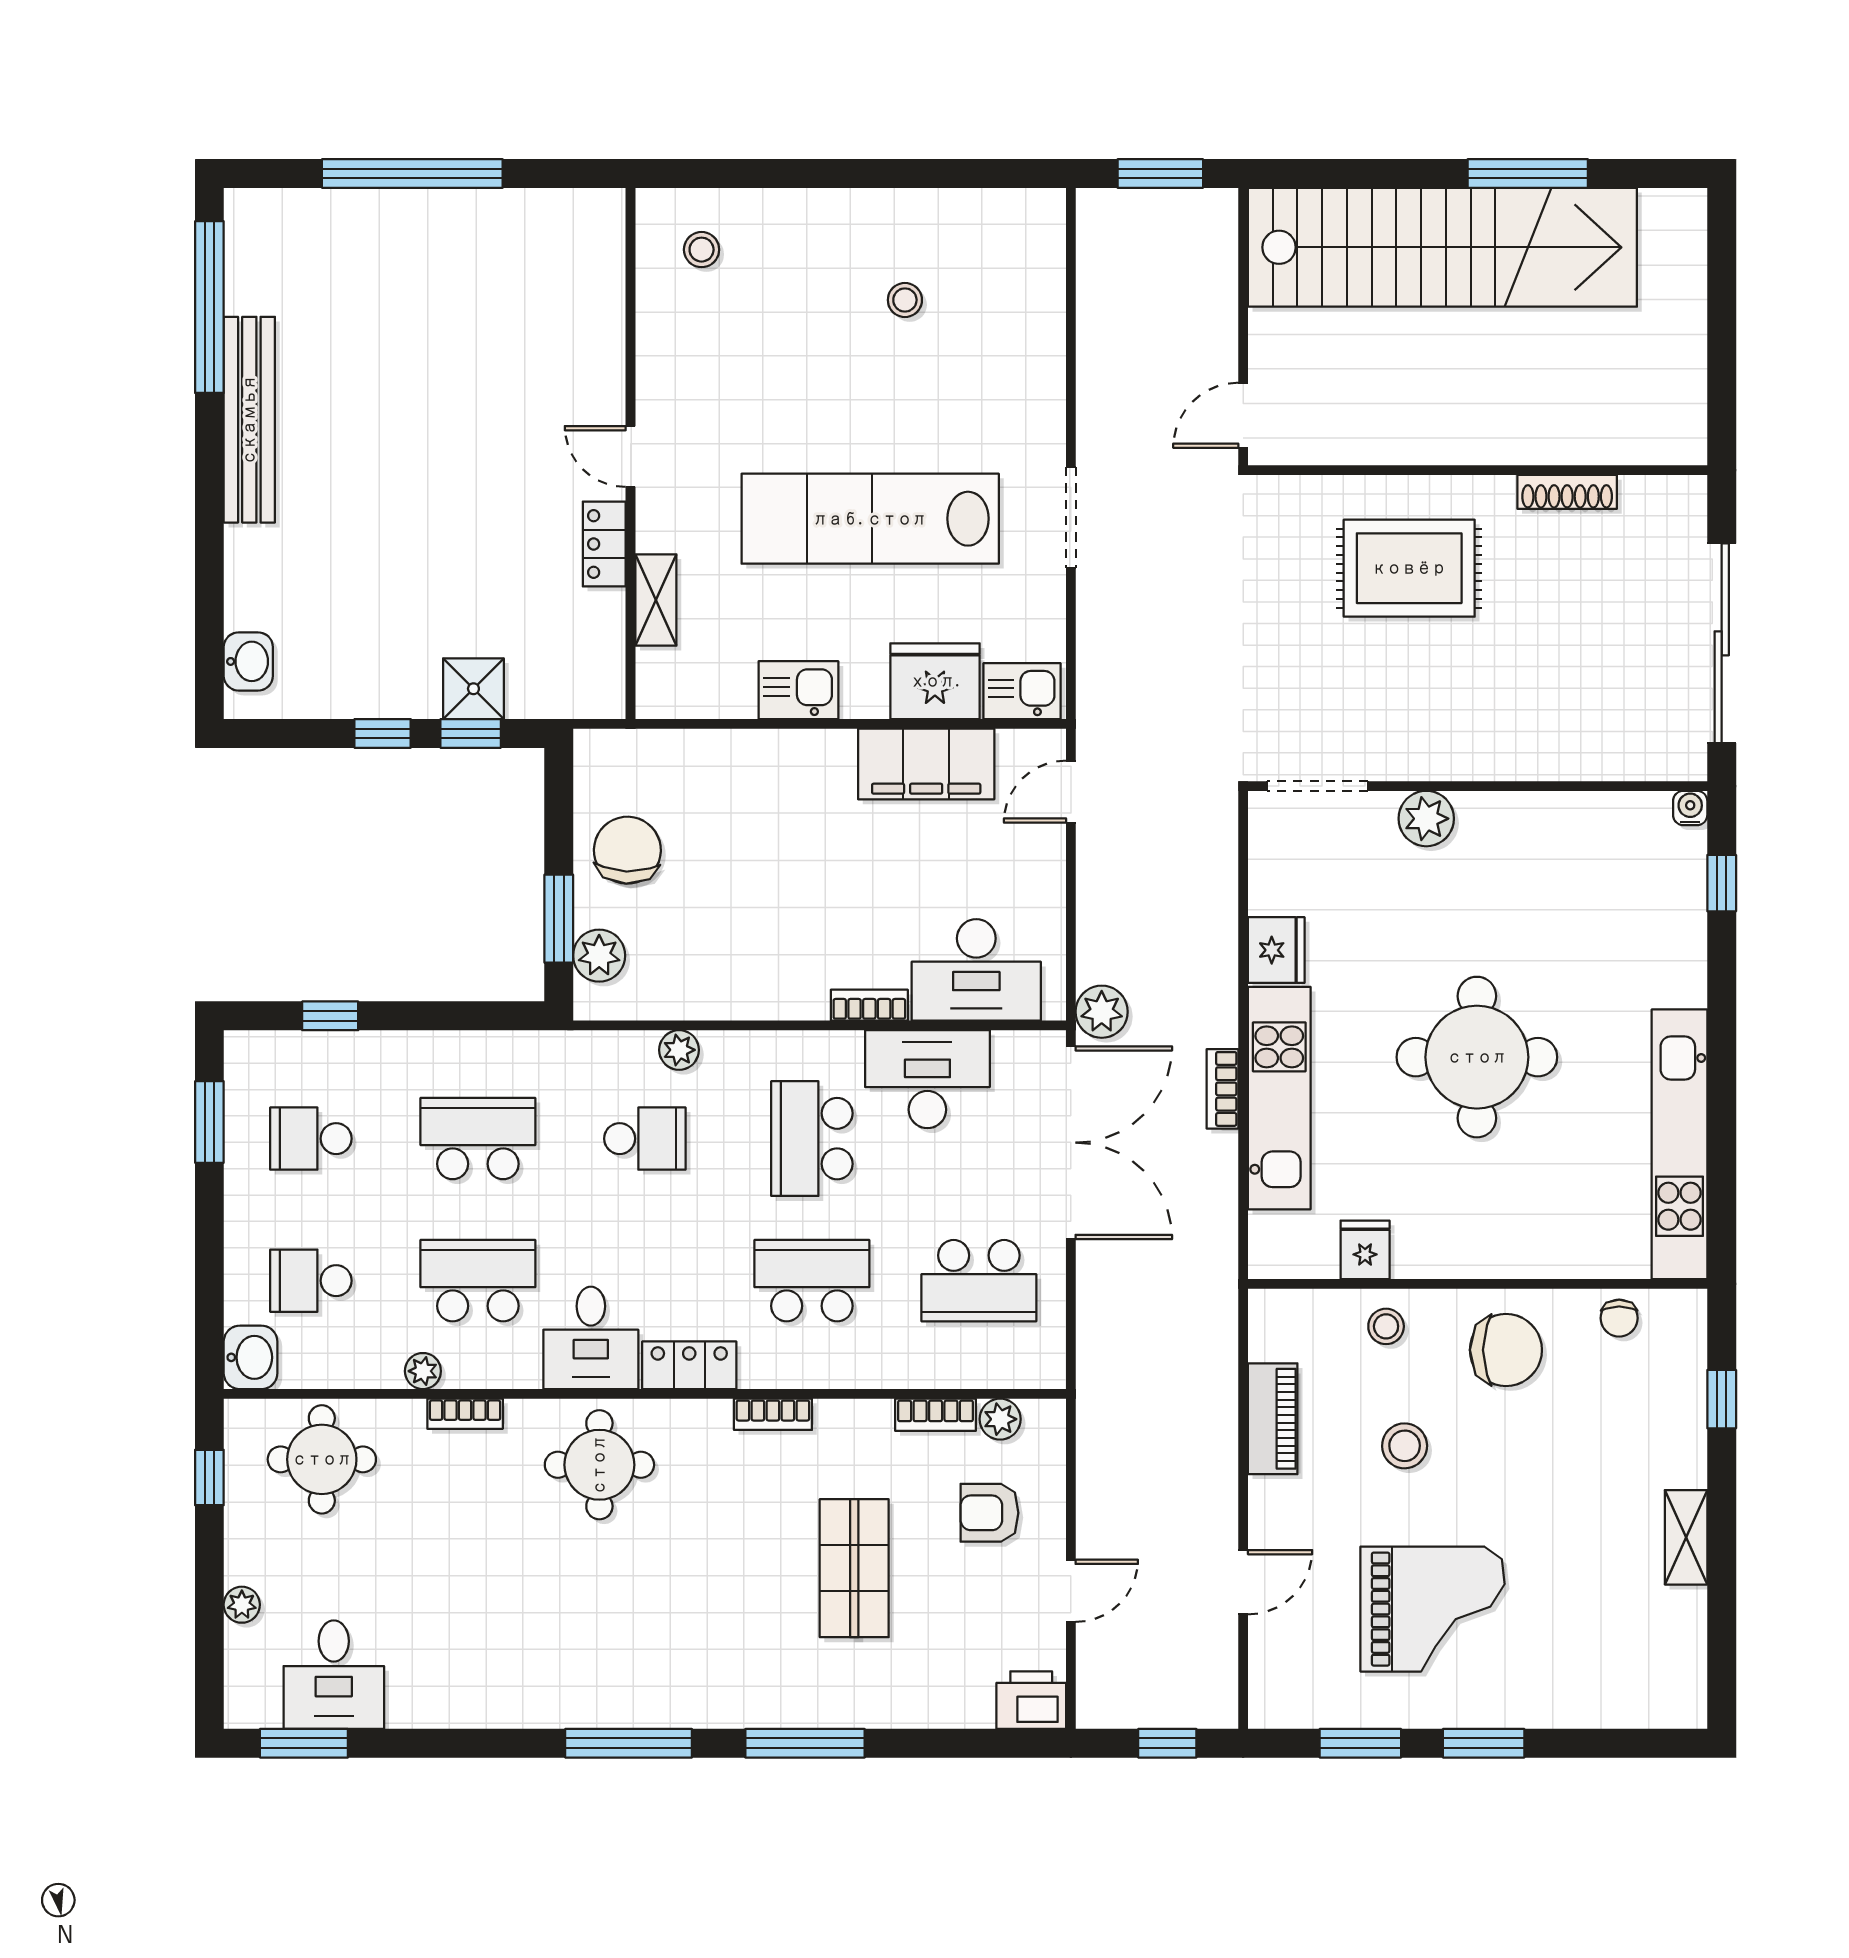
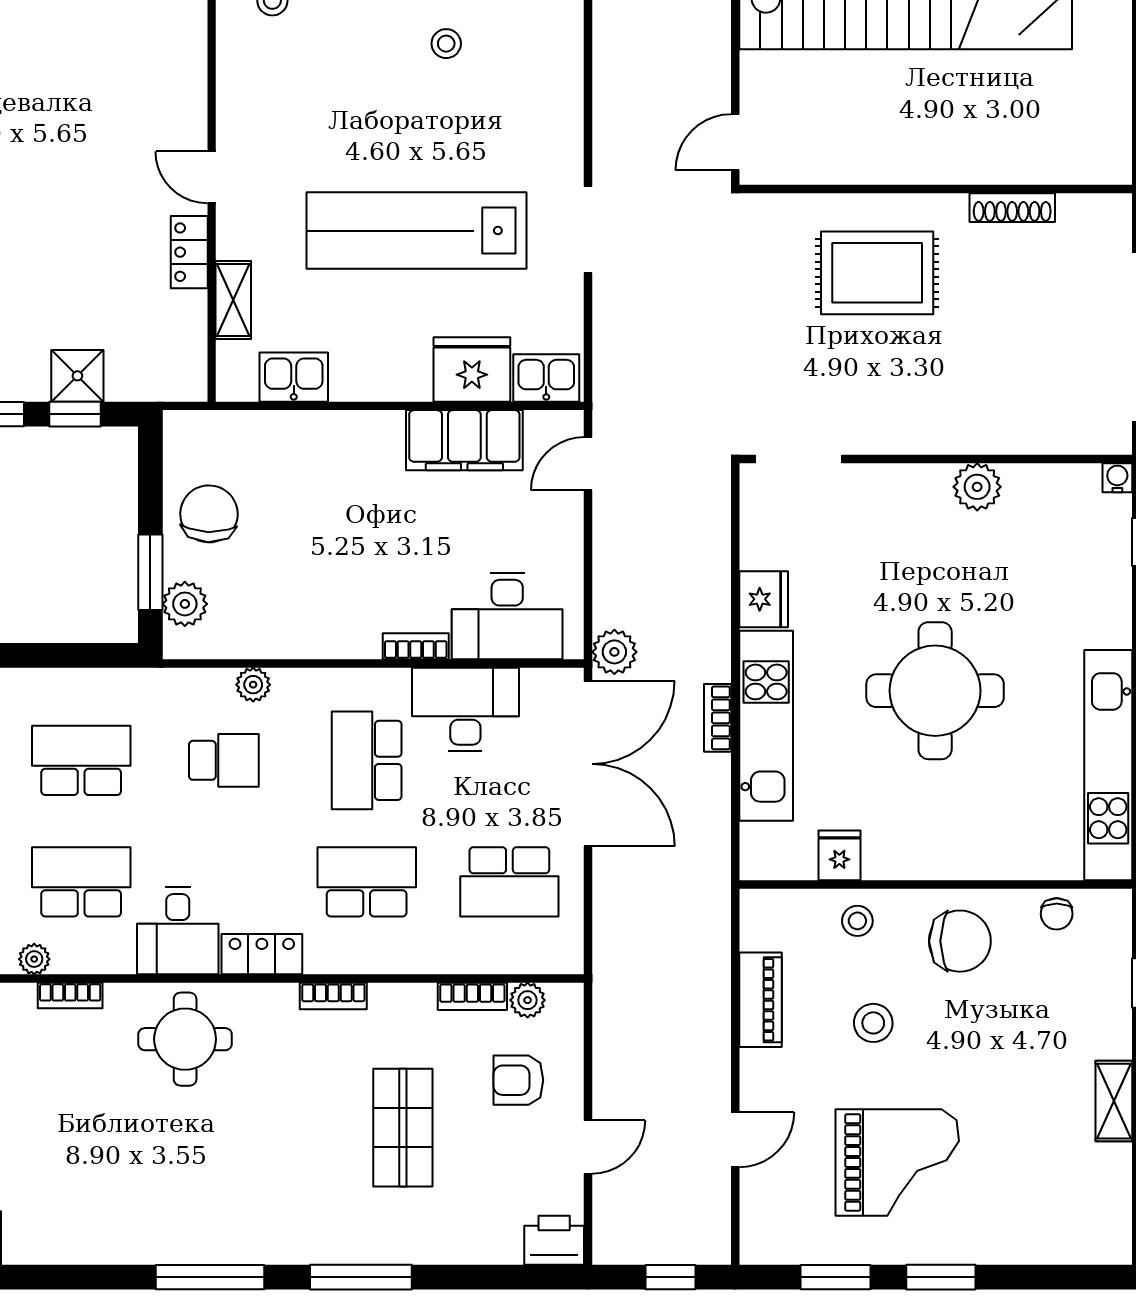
kitchen sink: (798, 690) -> (294, 377), moved
plant: (1426, 819) -> (977, 487), moved

